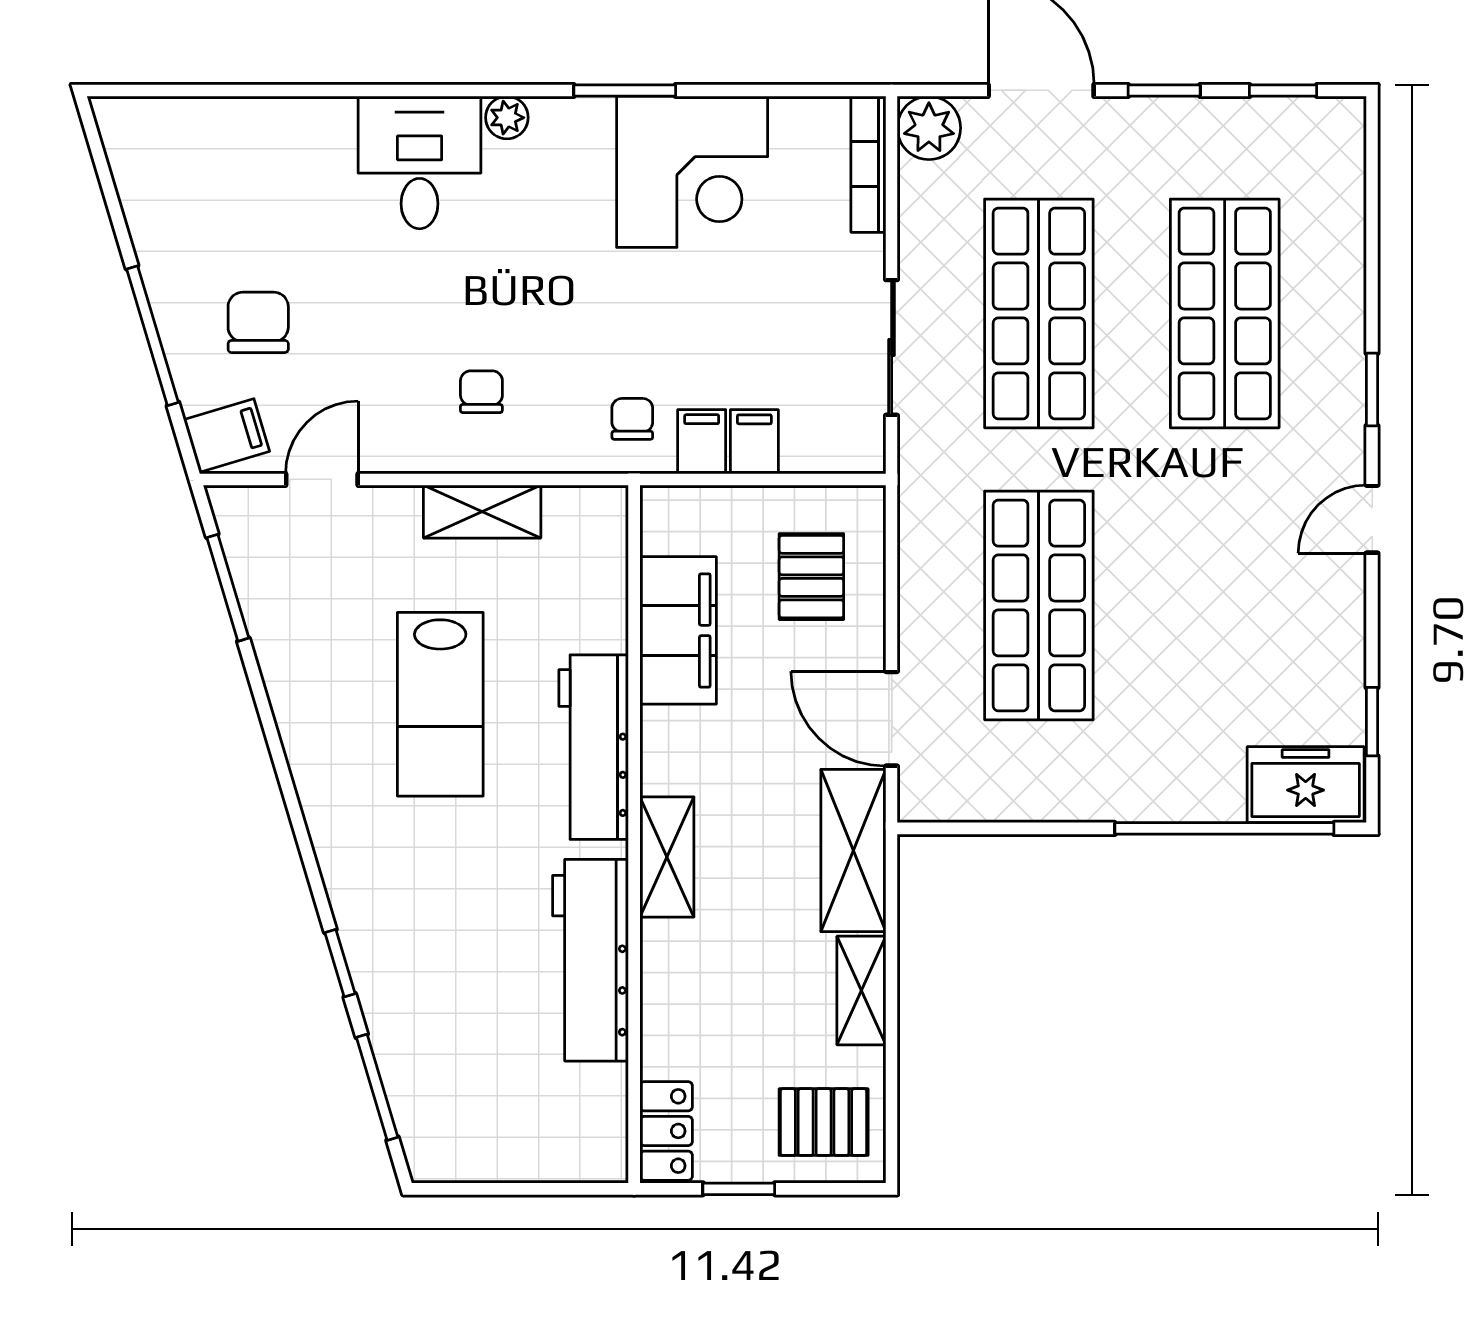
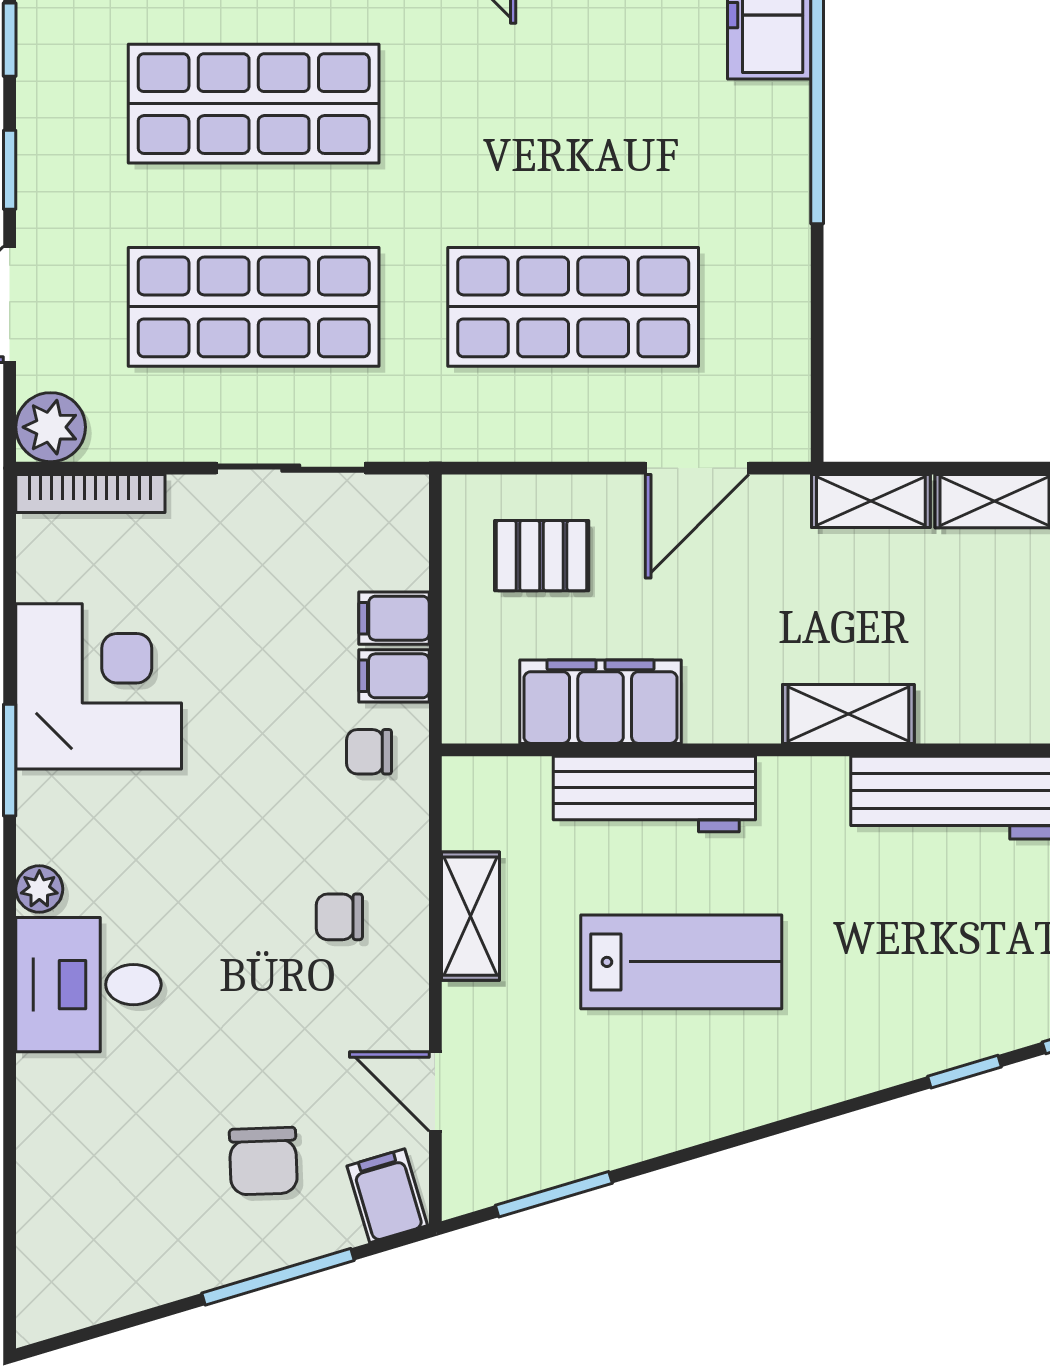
chair: (258, 322) -> (263, 1161), turned -92
workbench: (594, 747) -> (654, 794), moved
shelving: (853, 850) -> (871, 501), width x0.67, depth x0.75

